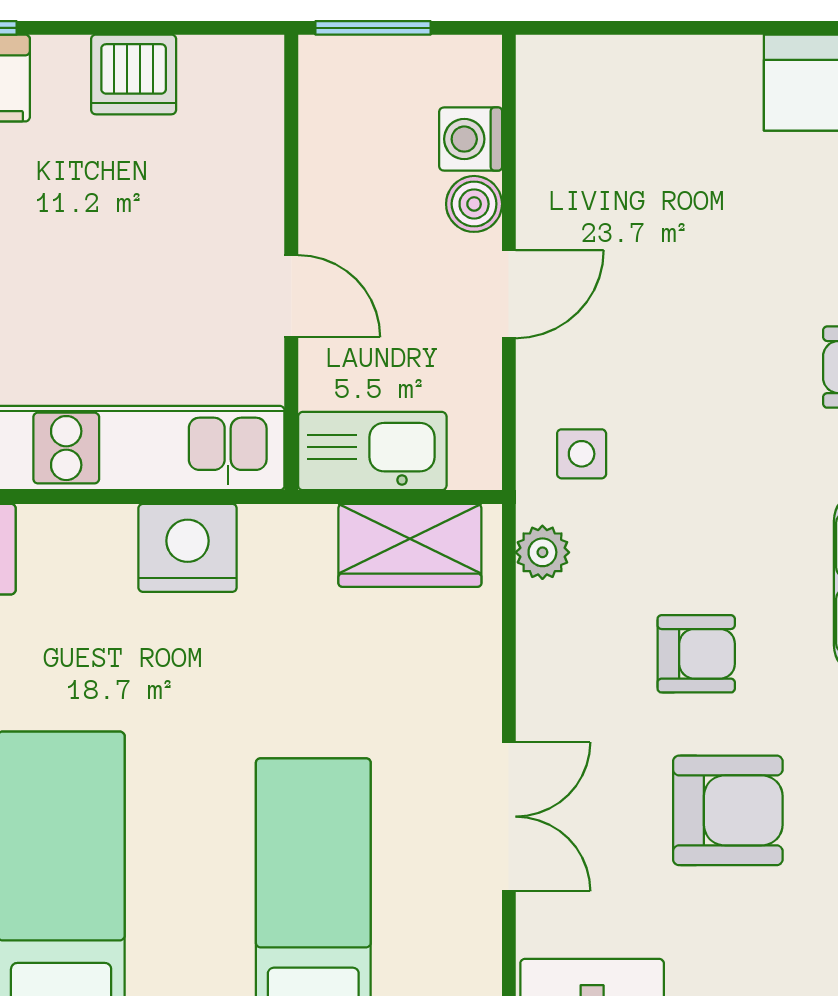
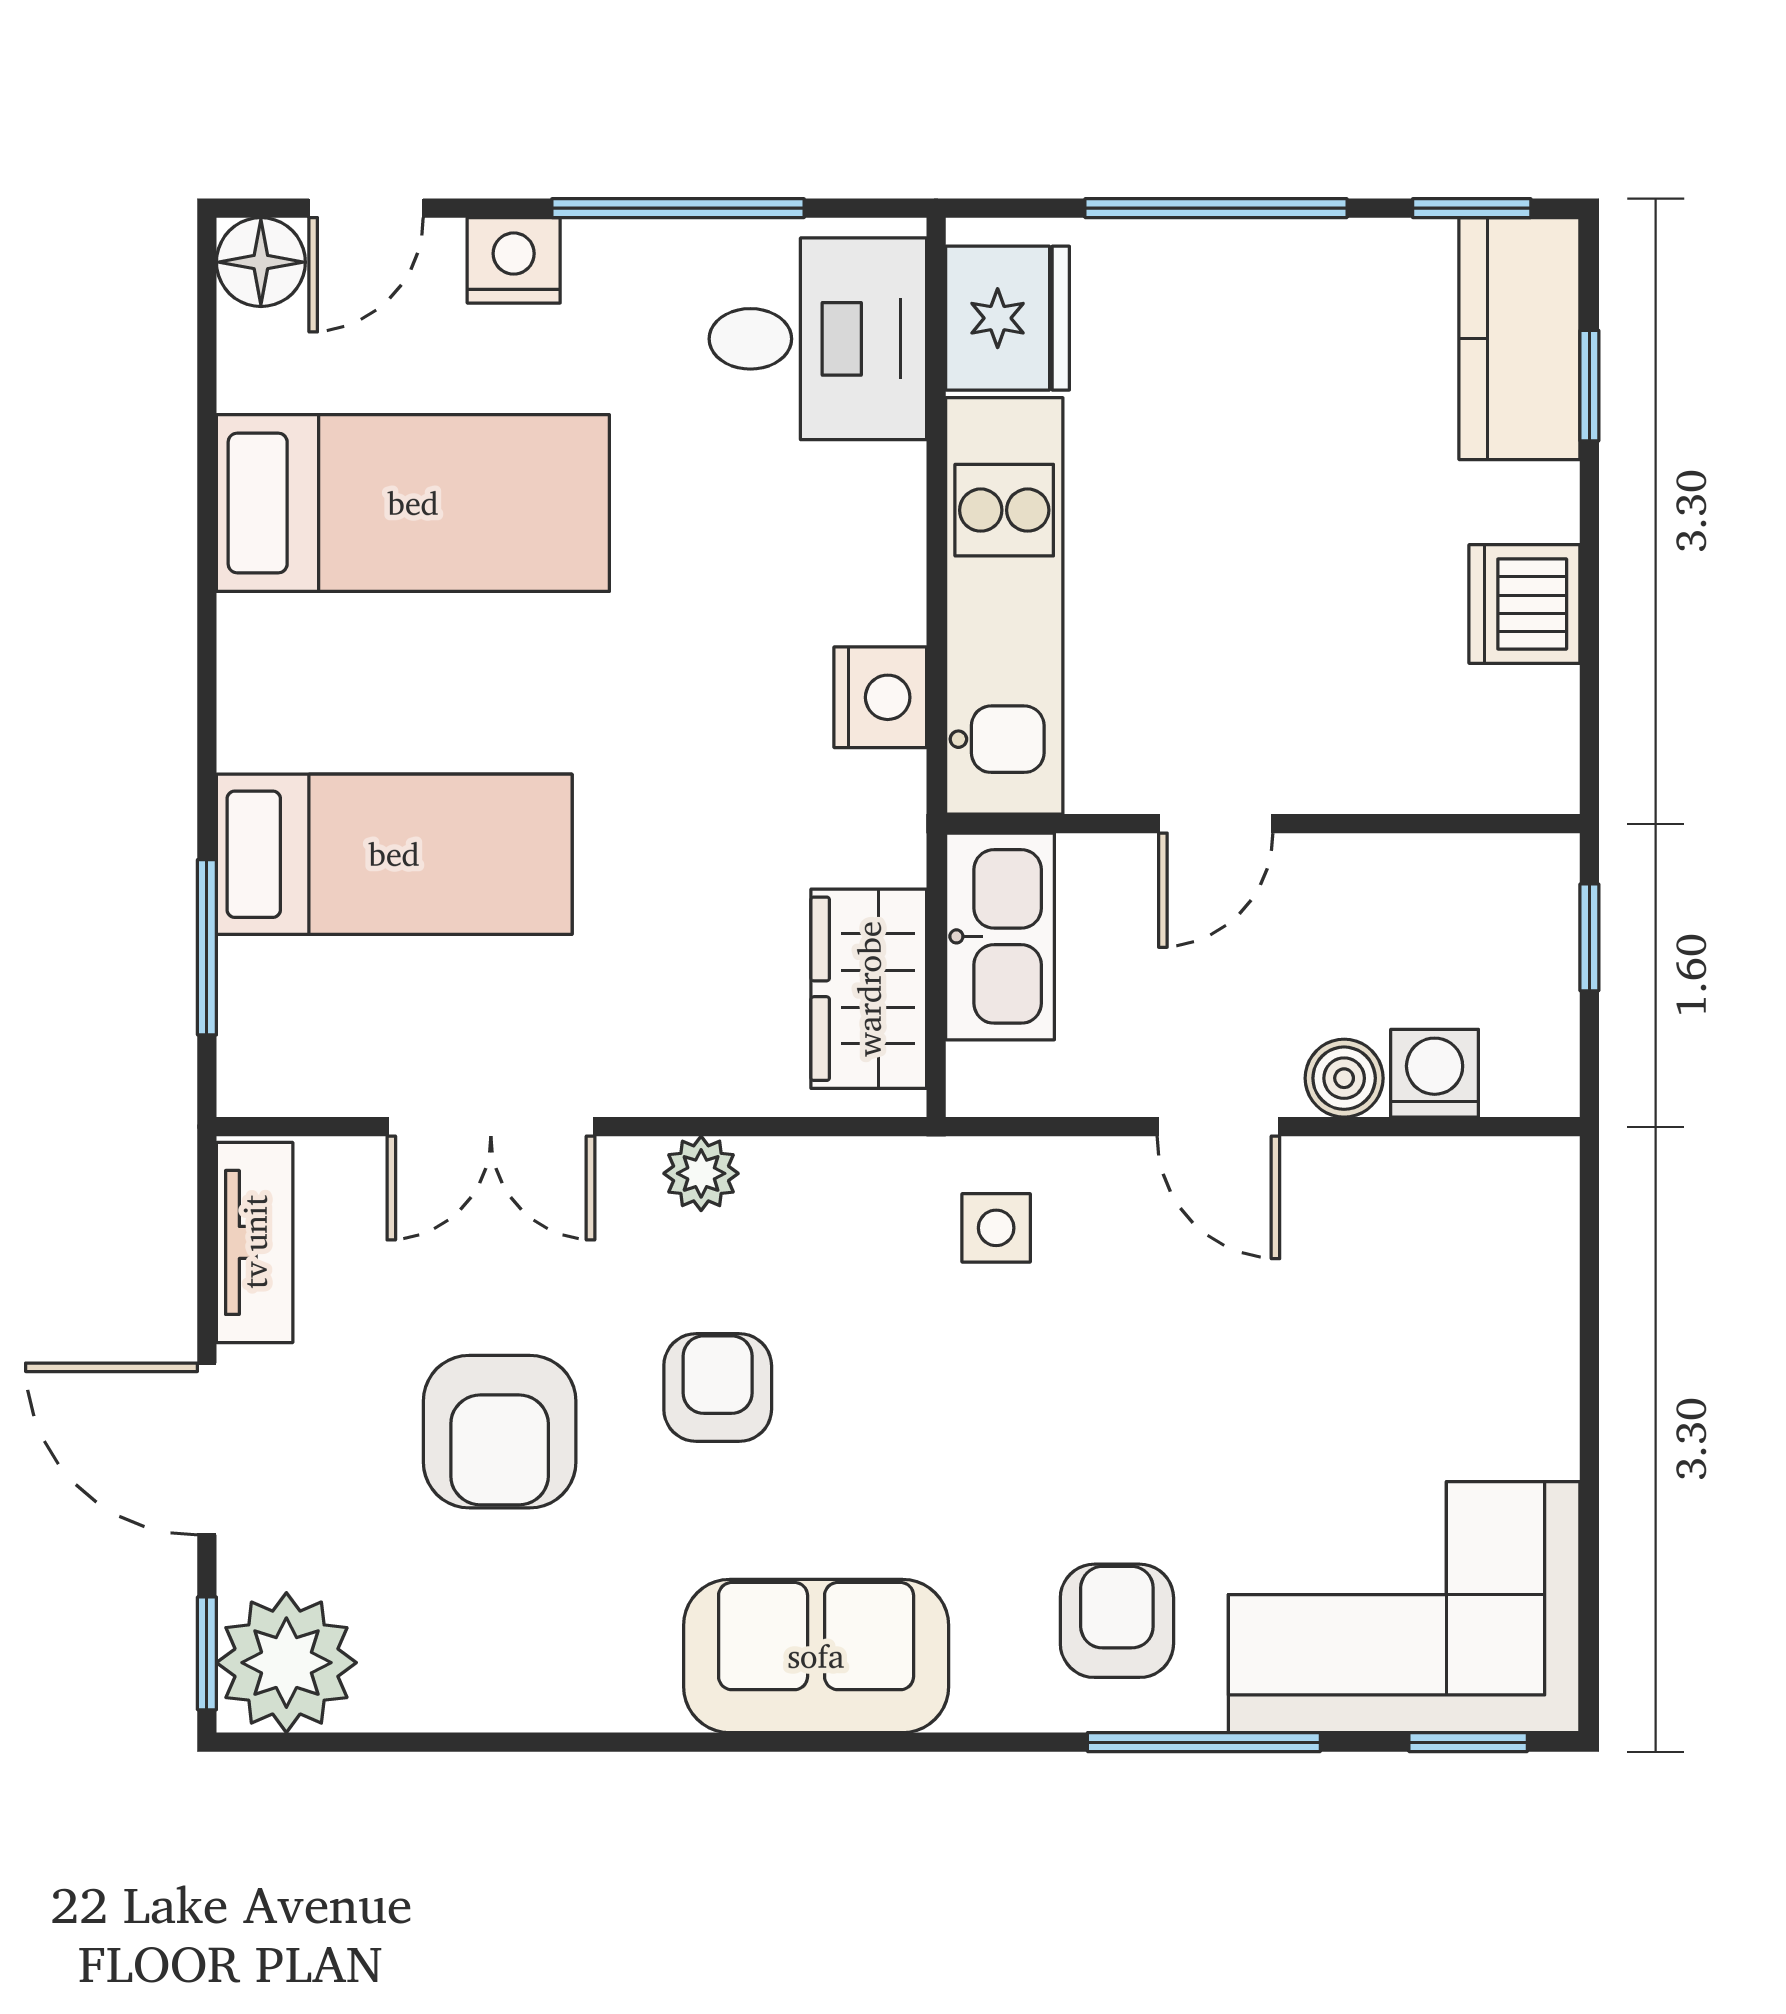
window: (373, 28) -> (1589, 937), width x0.67
nightstand: (188, 548) -> (880, 697), width x0.74, depth x0.75
plant: (542, 552) -> (701, 1173), moved
armchair: (696, 654) -> (718, 1388), turned 180

